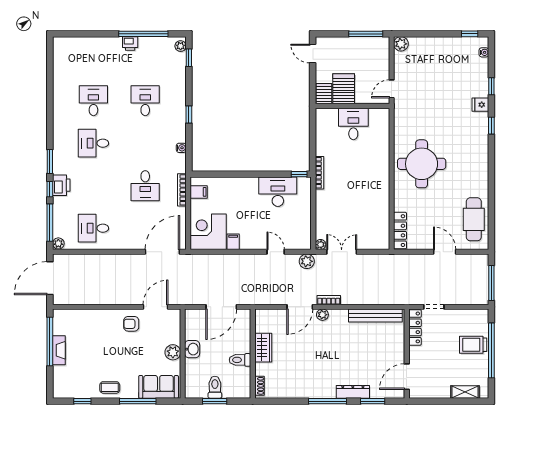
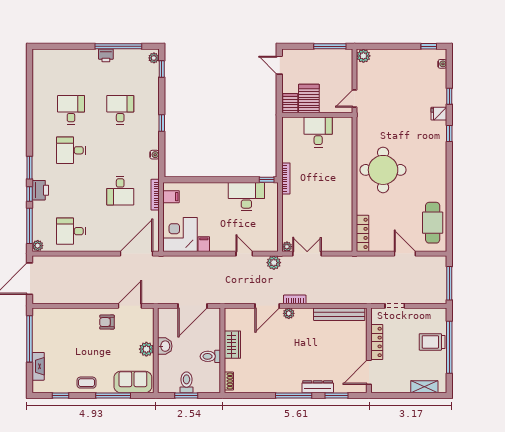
locker: (415, 327) -> (377, 342), moved
fireplace: (59, 350) -> (38, 366), moved

